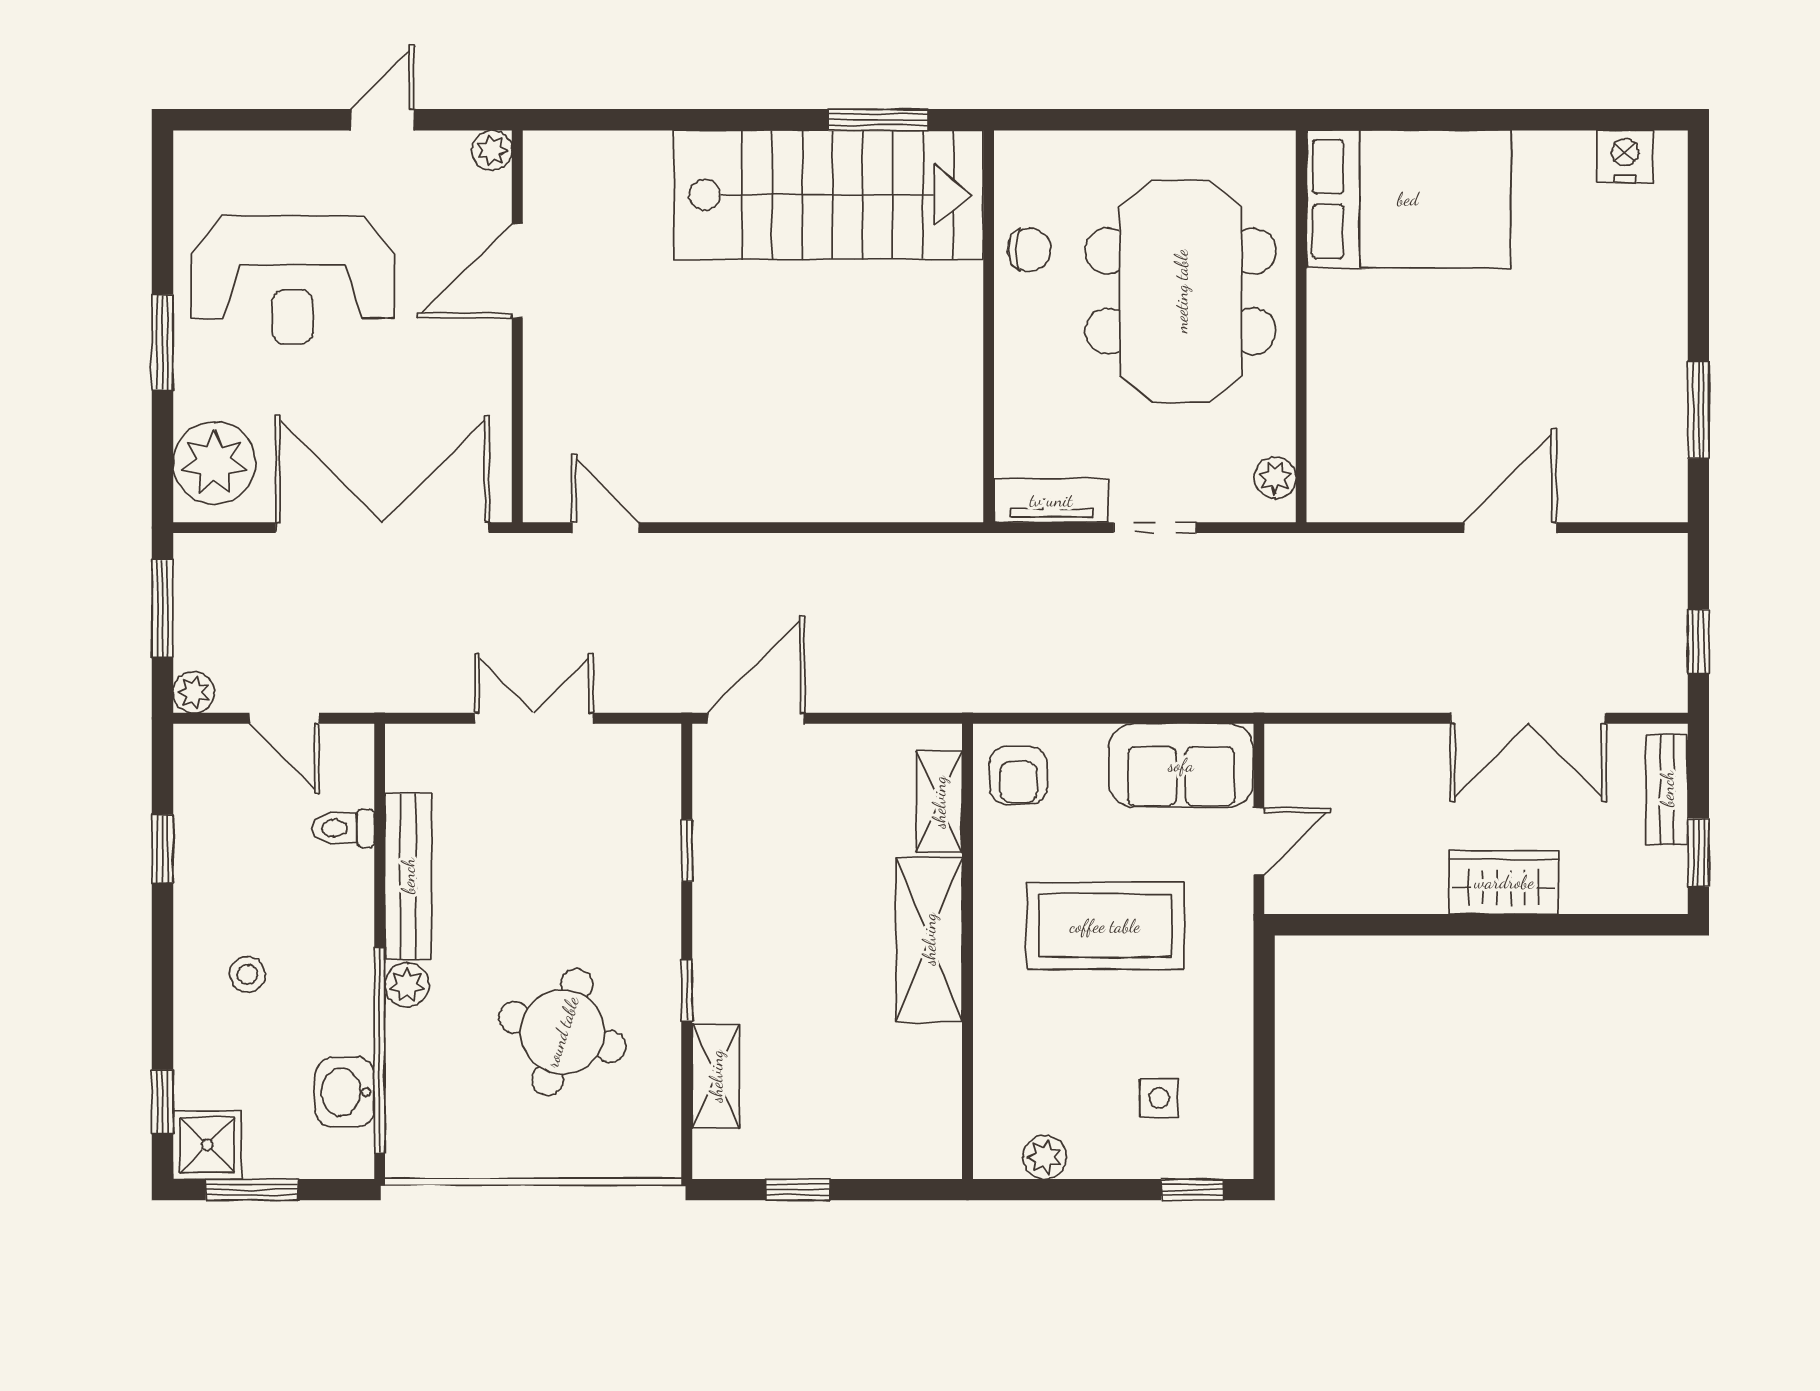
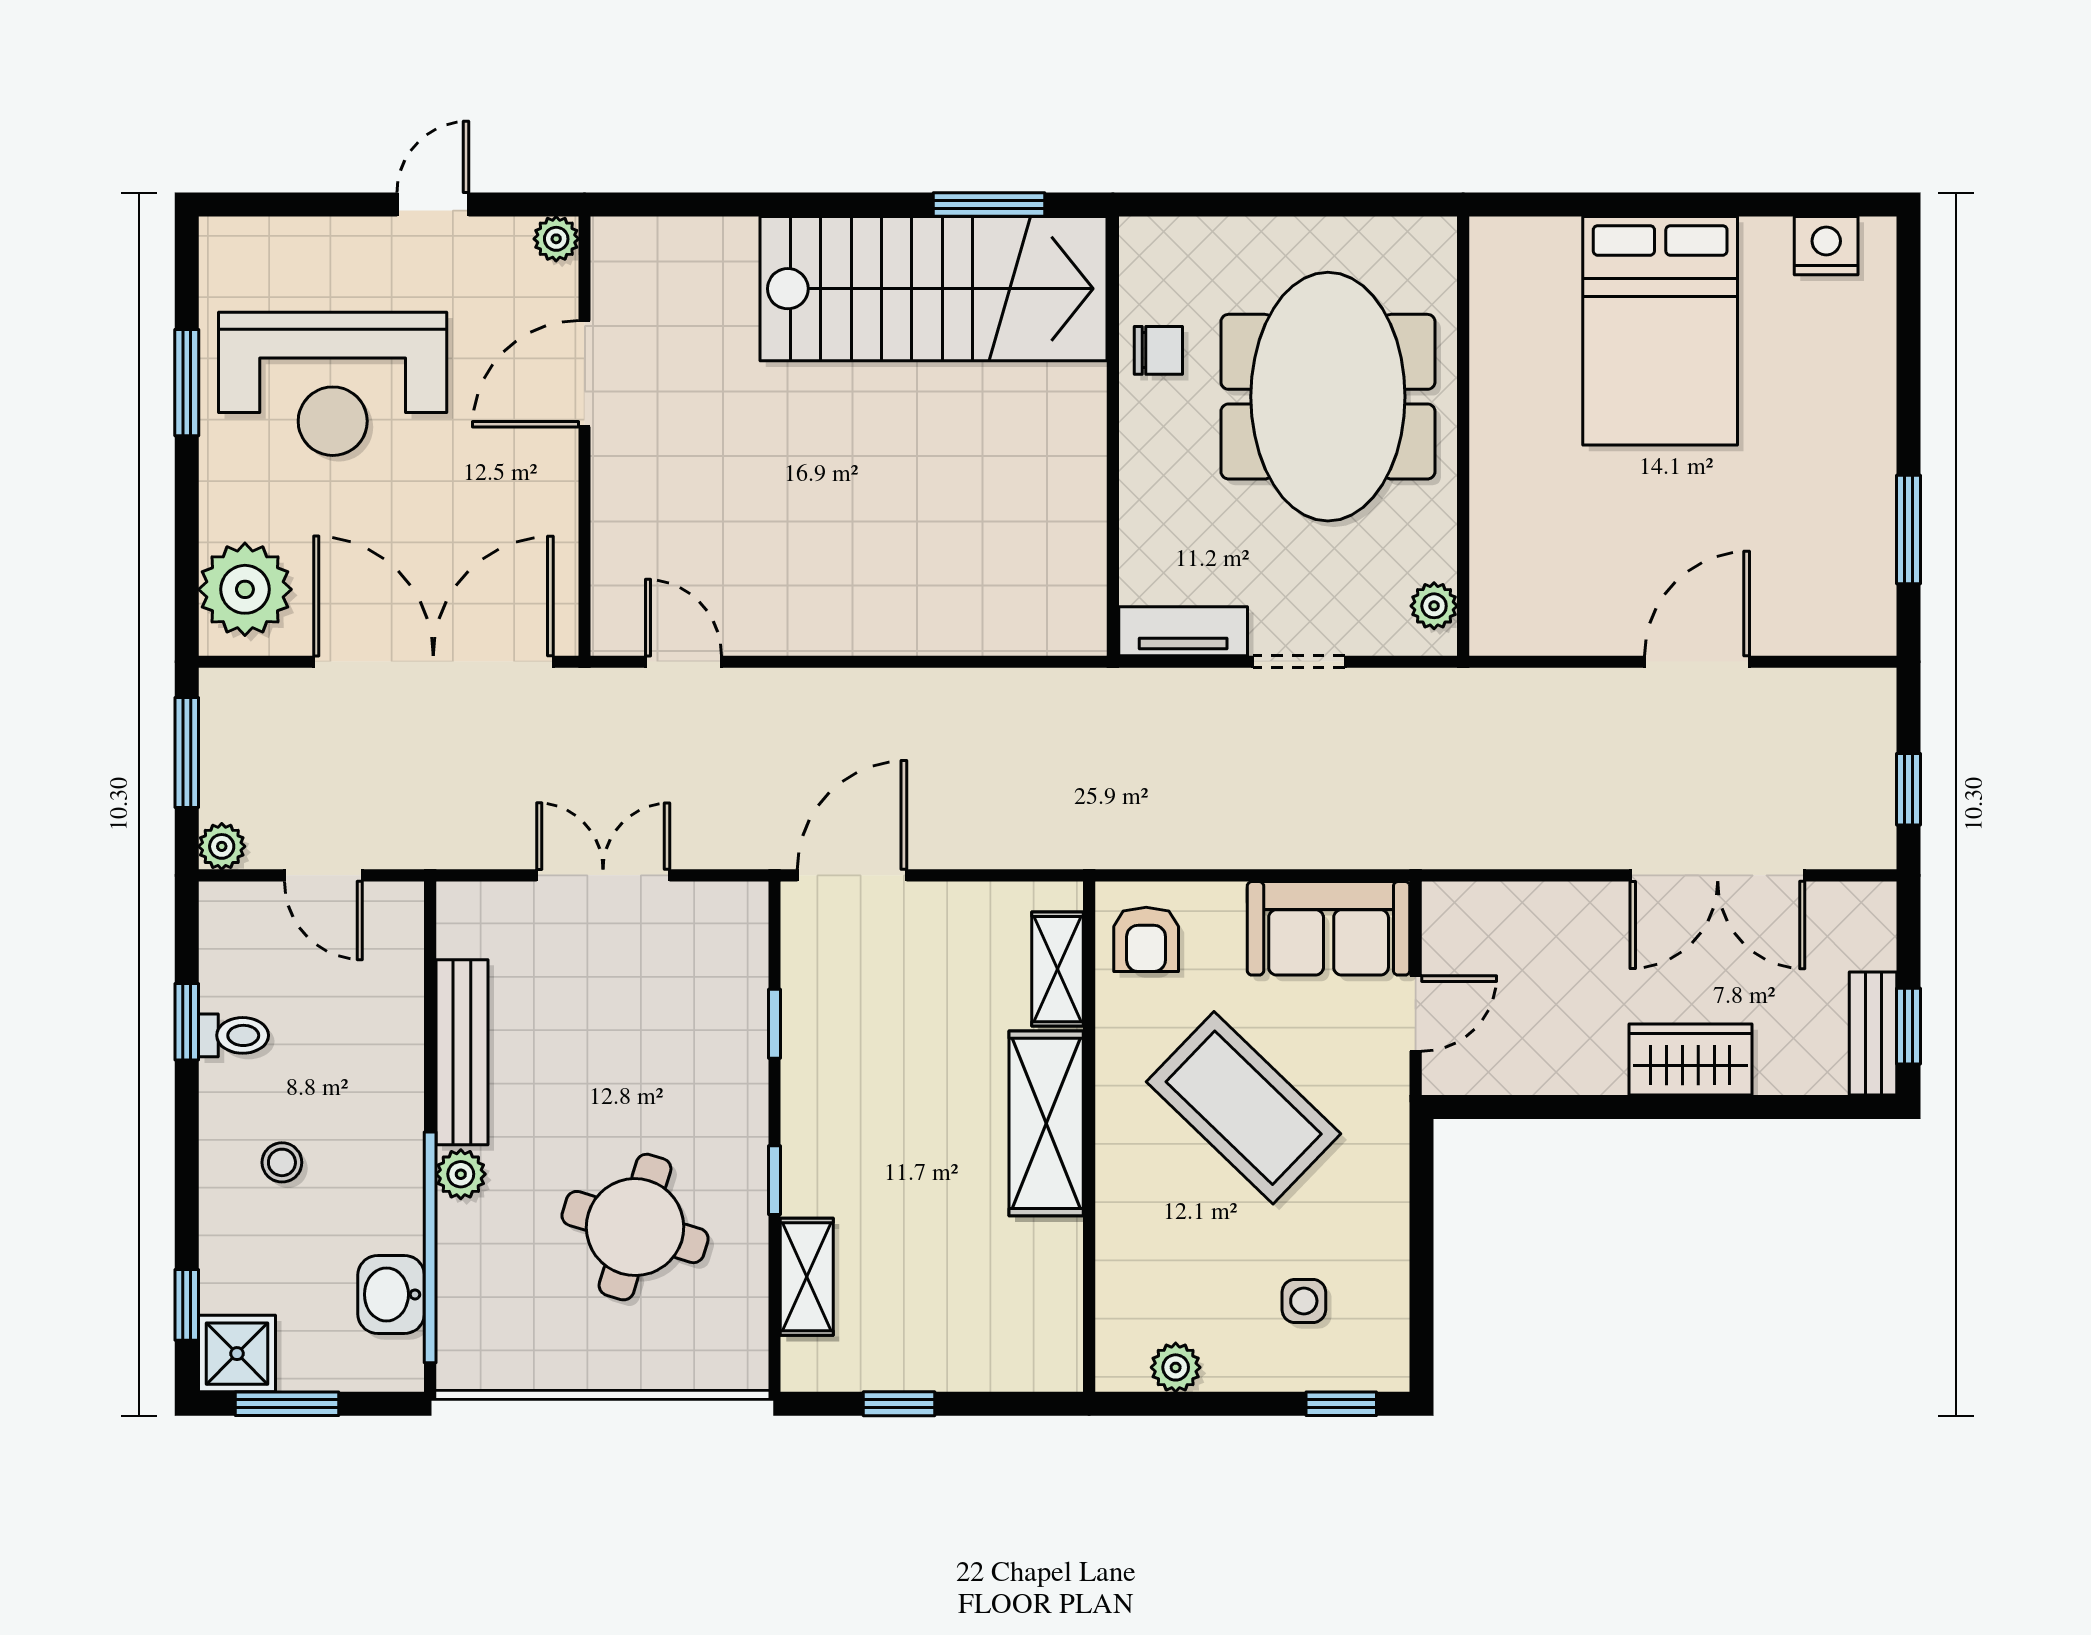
bed: (1408, 199) -> (1660, 331), moved, turned 90
window: (162, 342) -> (187, 383), moved
bench: (1667, 789) -> (1873, 1033), moved
toilet: (343, 828) -> (234, 1035), moved, turned 180
coffee table: (1105, 926) -> (1244, 1108), turned 44

